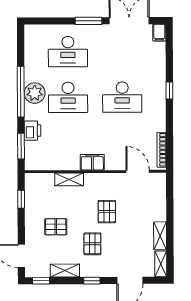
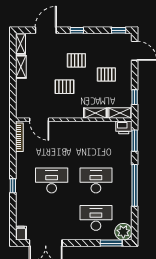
window: (88, 21) -> (111, 243), moved
plant: (35, 93) -> (123, 232), moved
printer: (32, 131) -> (124, 127), moved, turned -90
filing cabinet: (92, 162) -> (76, 127), removed
pallet: (107, 212) -> (65, 87), turned 90
pallet: (92, 244) -> (76, 60), turned 90
shelving: (65, 271) -> (120, 113), moved

